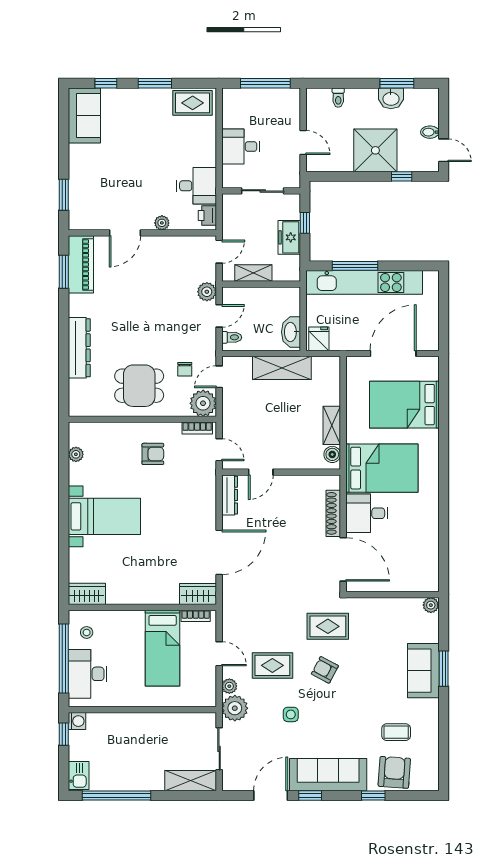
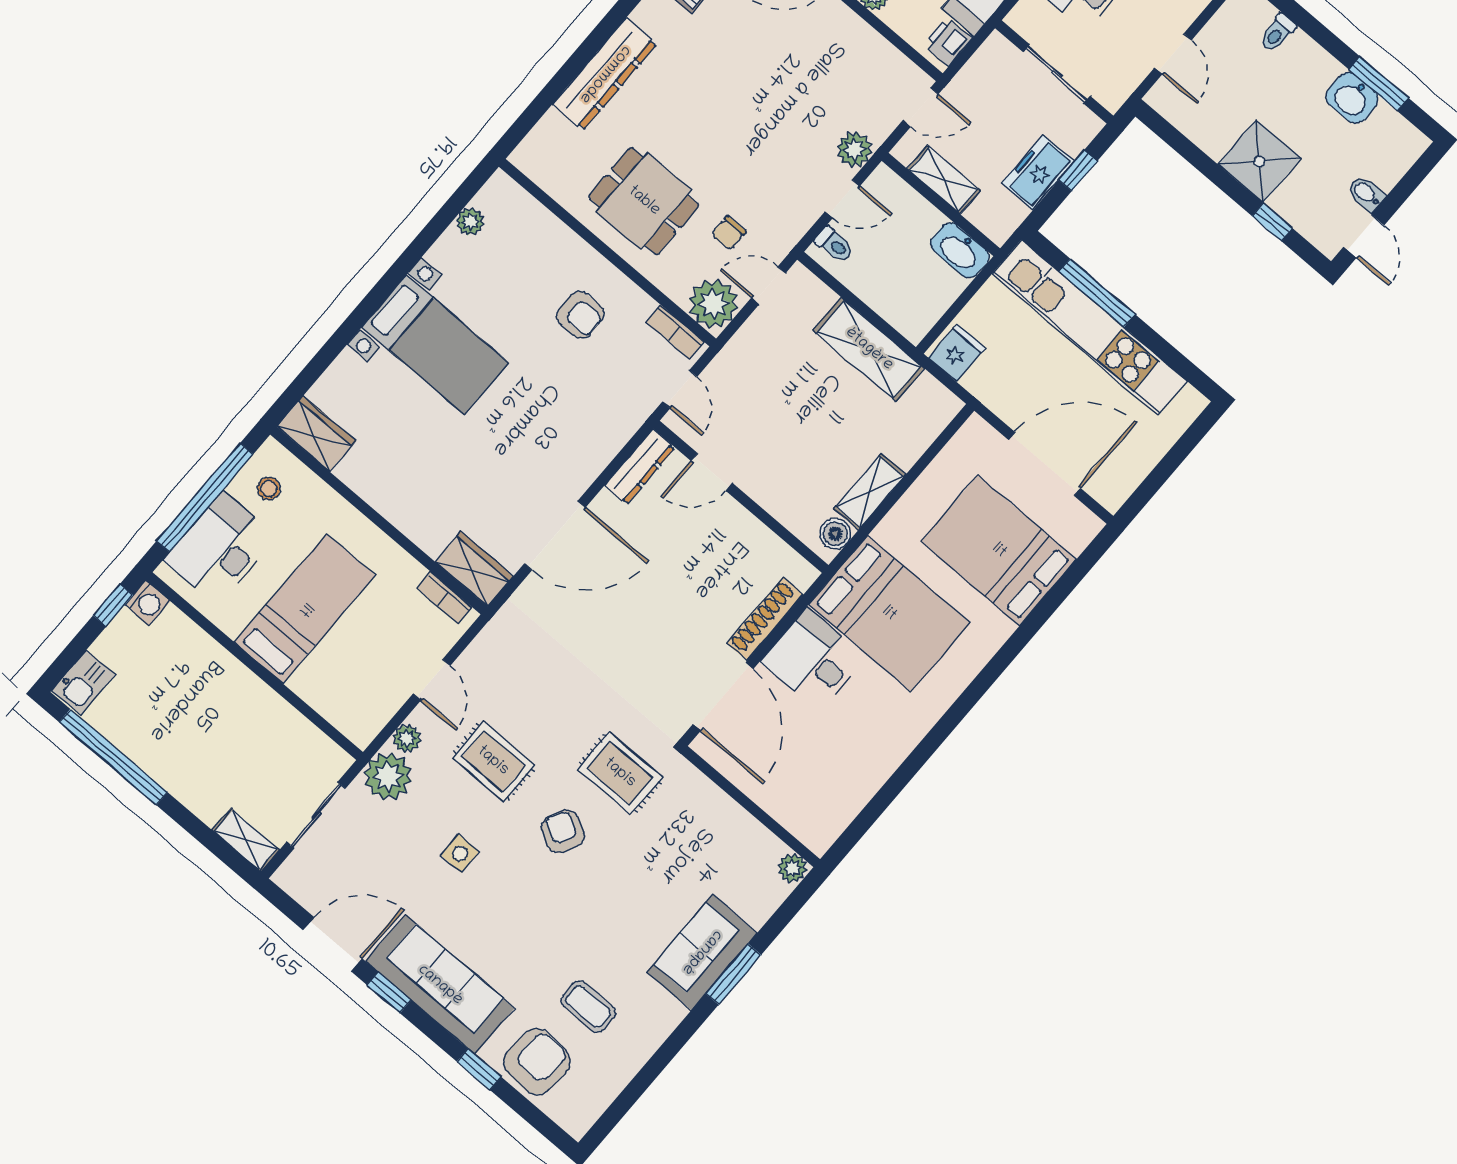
shower: (375, 150) -> (1259, 161), width x0.73, depth x0.73
washbasin: (291, 332) -> (960, 250), moved, turned -90
bed: (163, 648) -> (305, 609), moved, turned 180
shelving: (191, 781) -> (246, 840), width x0.67, depth x0.75

